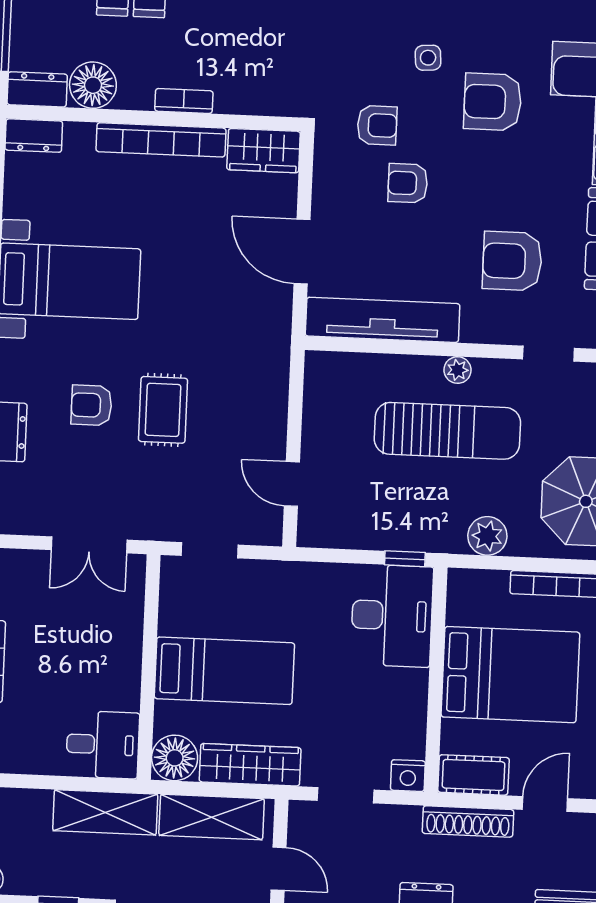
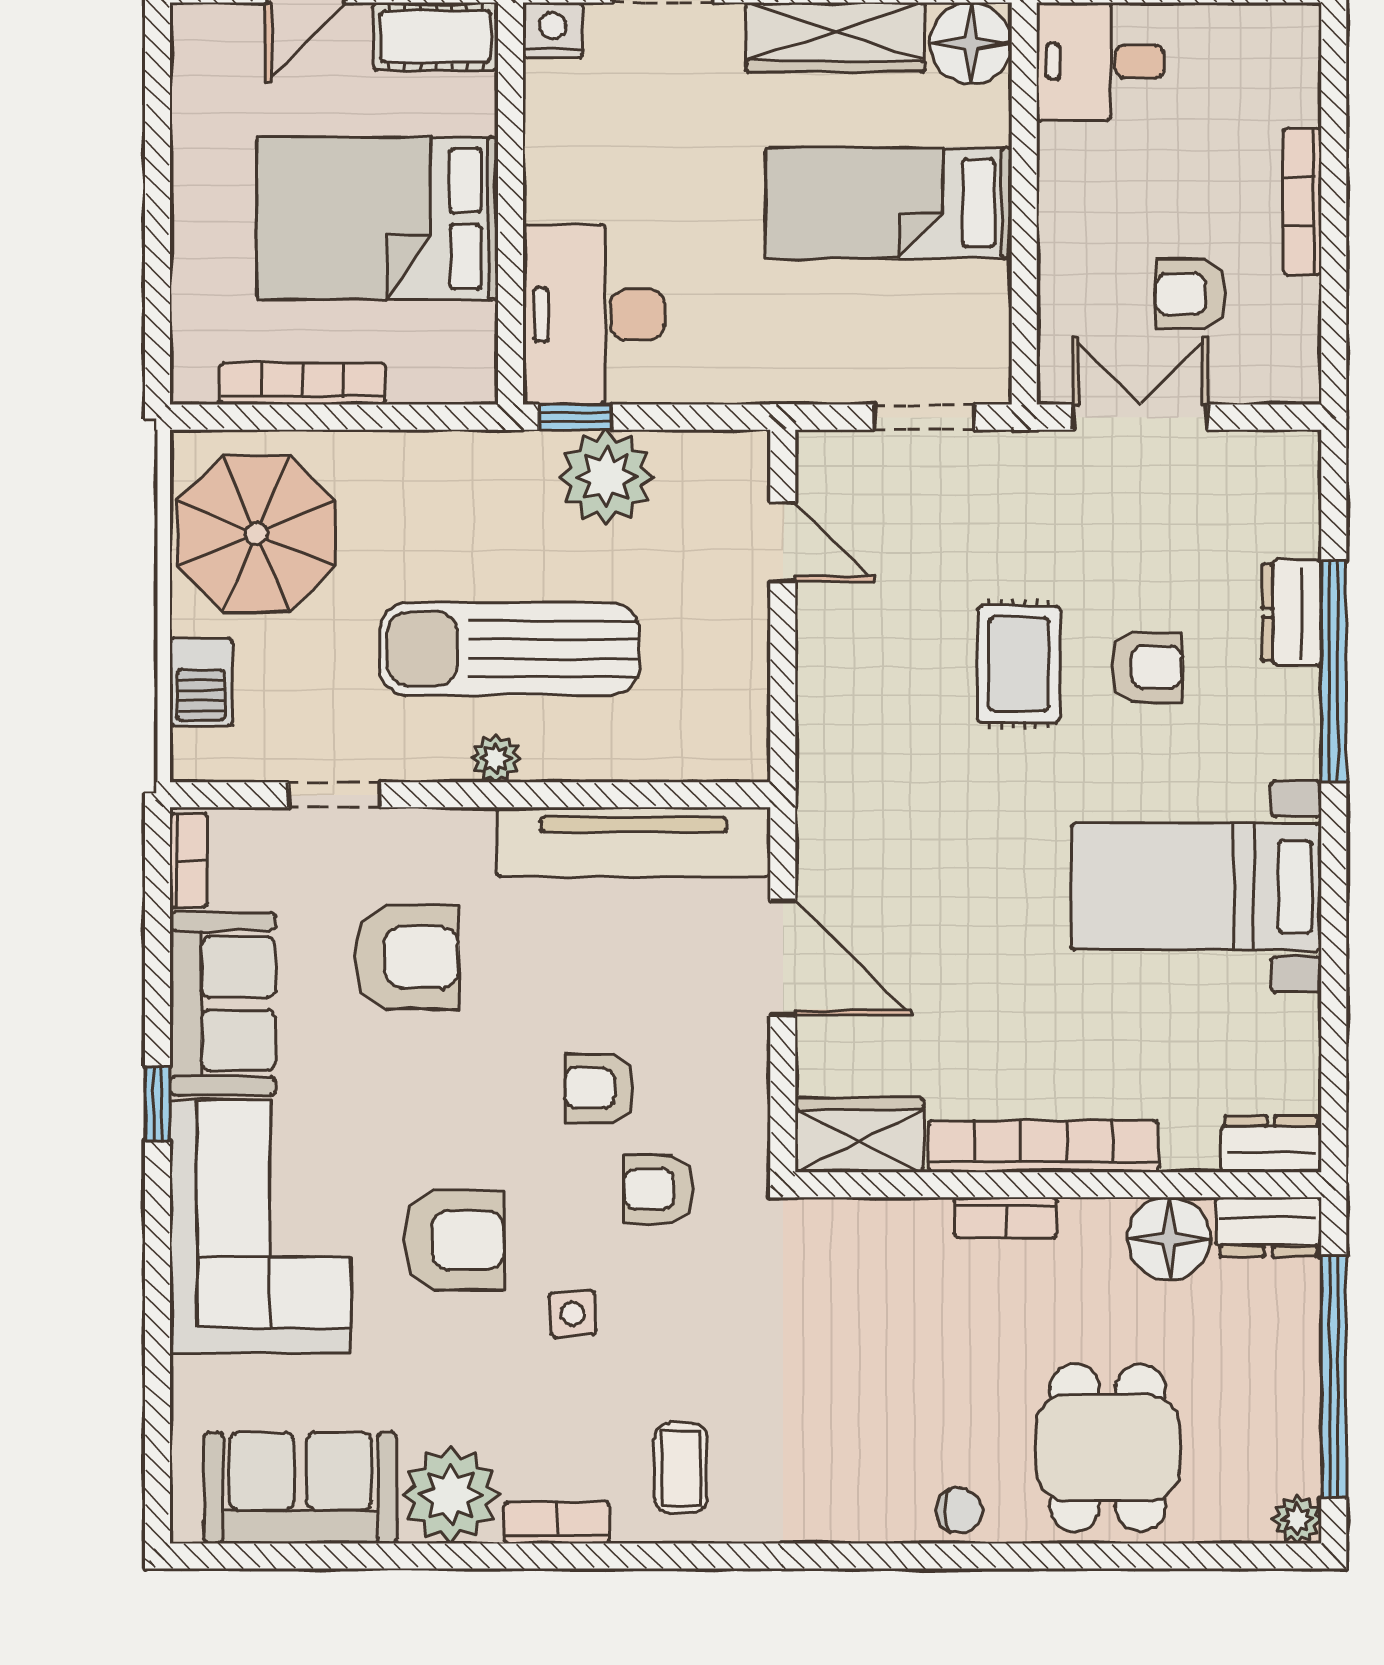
armchair: (408, 183) -> (599, 1088), turned 180
plant: (487, 536) -> (606, 477), moved, width x1.36, depth x1.36
armchair: (58, 613) -> (1191, 294), added

